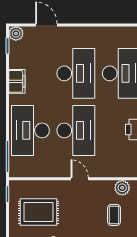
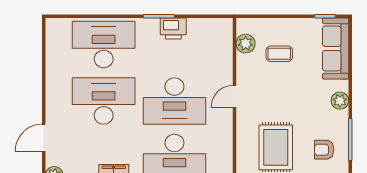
desk: (76, 130) -> (174, 101), turned 180

